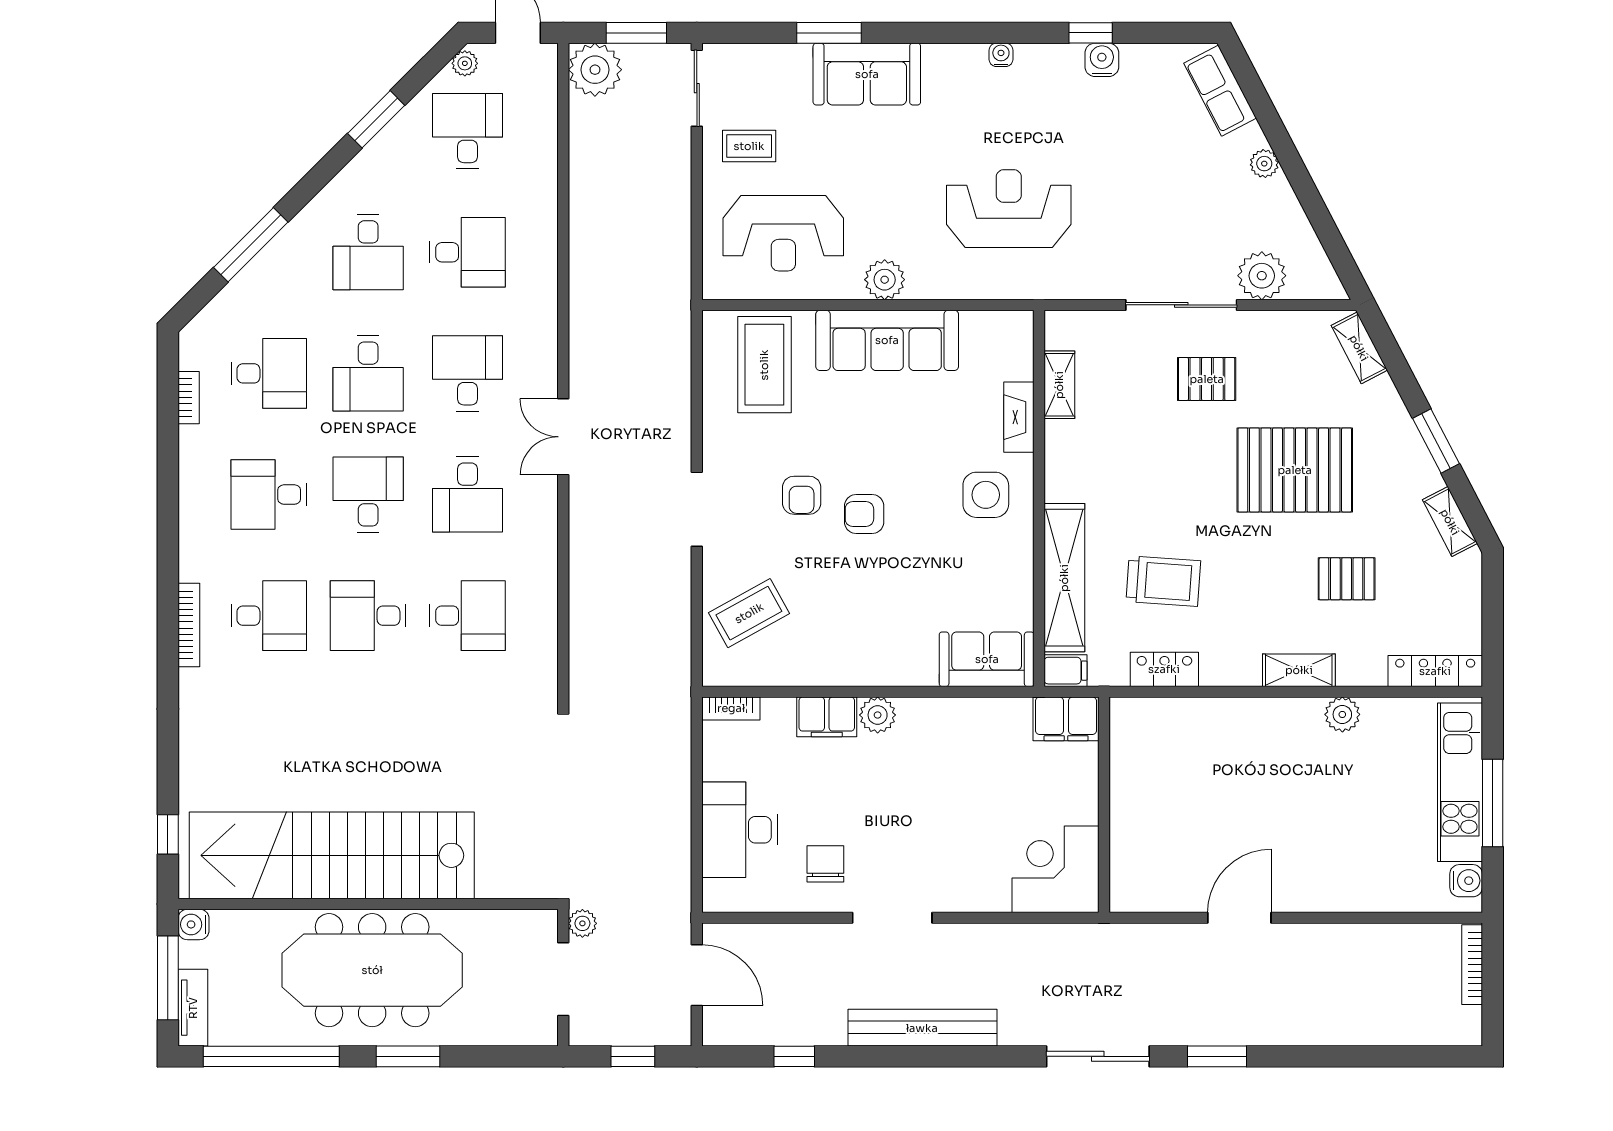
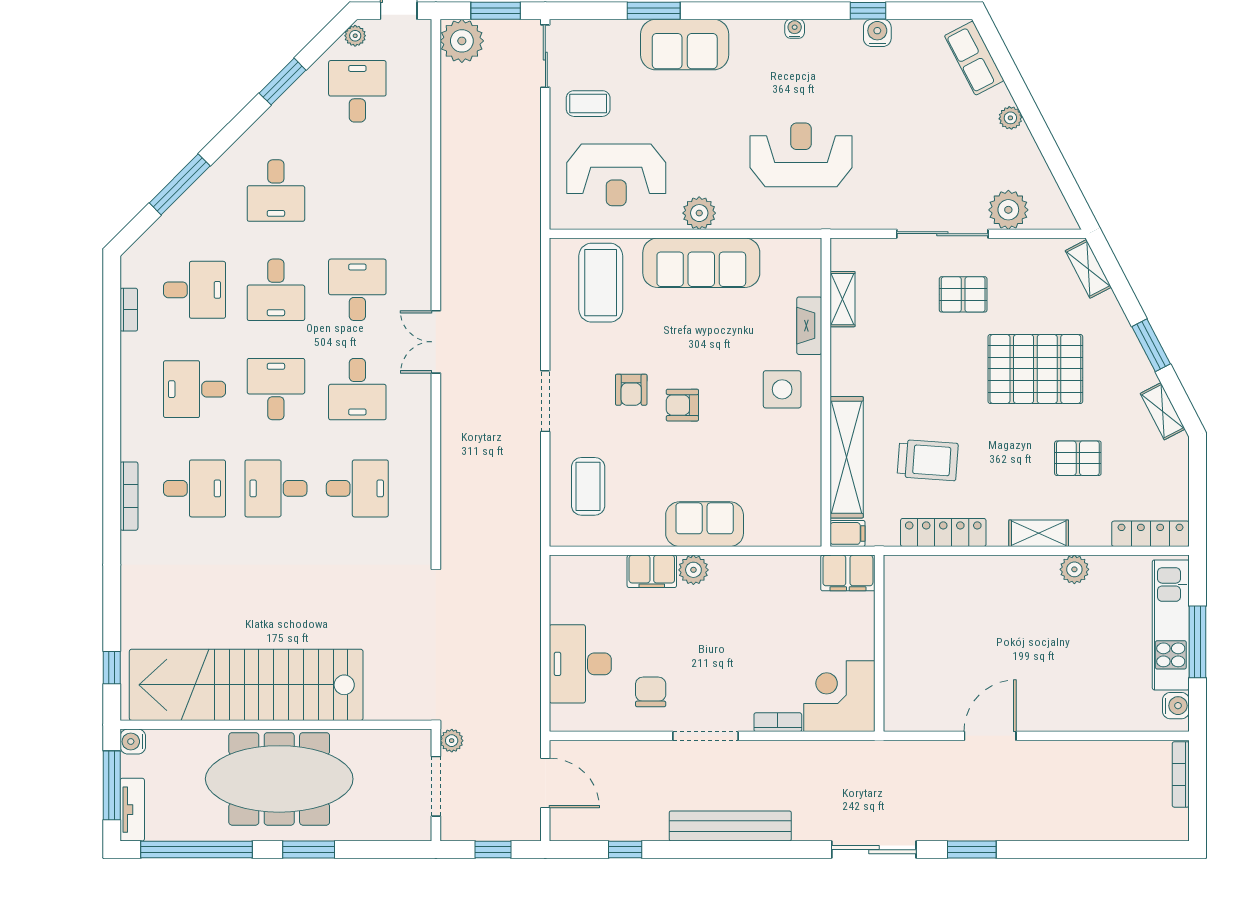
desk: (467, 252) -> (357, 191), removed
coffee table: (749, 613) -> (588, 486), turned -61
sofa: (987, 659) -> (705, 524), moved
locker: (1164, 669) -> (943, 532), width x1.53
bookcase: (731, 708) -> (778, 722), moved, turned 180

